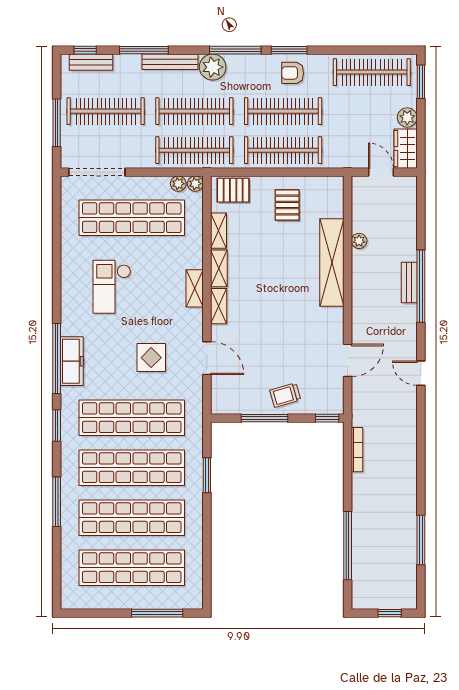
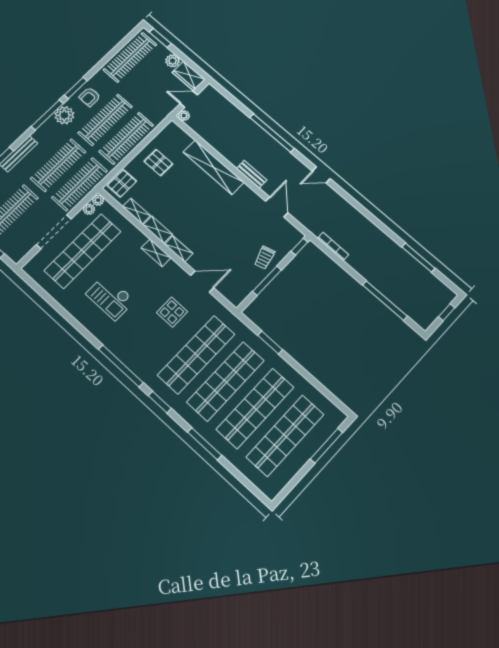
plant: (213, 67) -> (64, 115), moved
doorway: (97, 172) -> (54, 232), moved
plant: (359, 241) -> (184, 116), moved
bench: (409, 283) -> (252, 174), moved
freezer: (72, 361) -> (131, 359), removed

